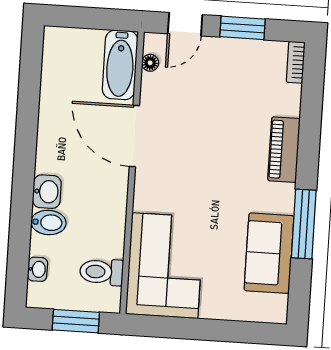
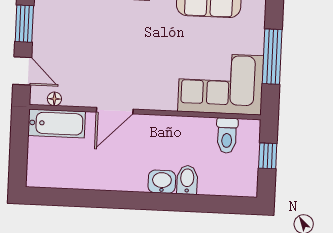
door: (134, 136) -> (115, 111), width x0.73
washbasin: (38, 269) -> (226, 188), removed
window: (76, 321) -> (268, 156), width x0.67
window: (196, 329) -> (272, 57), added

